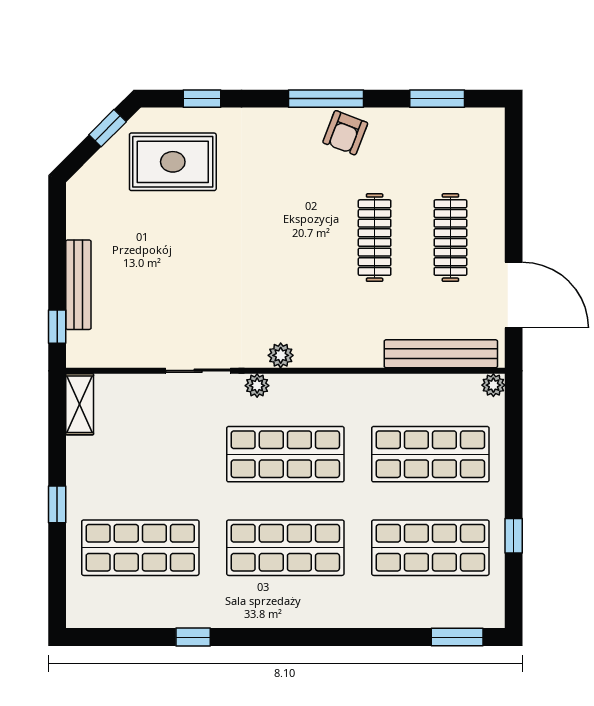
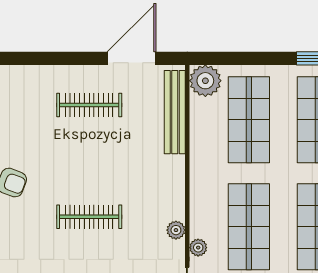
clothes rail: (375, 238) -> (89, 217), moved
plant: (493, 385) -> (205, 81), width x1.88, depth x1.88

